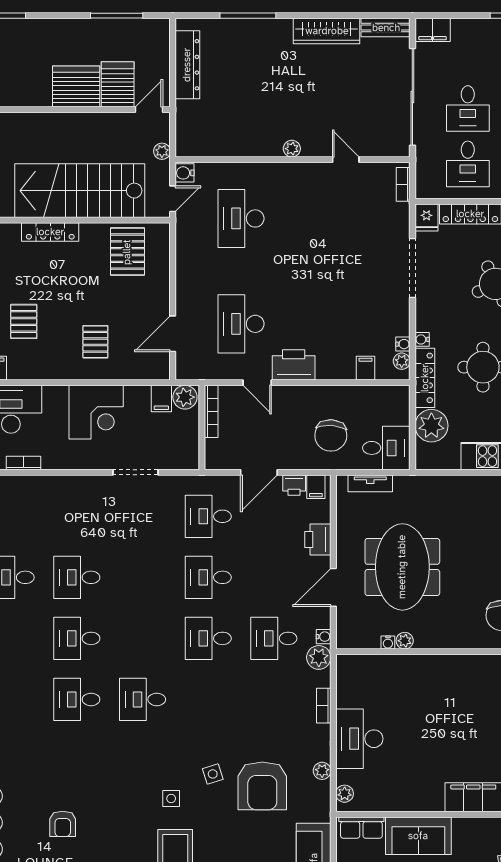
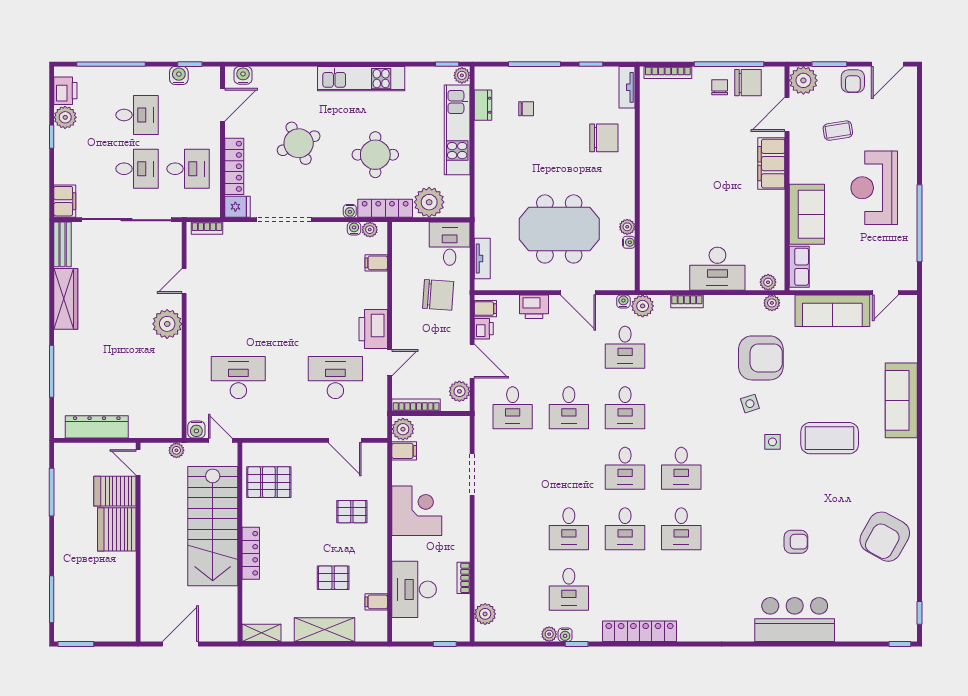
plant: (292, 149) -> (167, 324), width x1.87, depth x1.87
desk: (241, 218) -> (238, 378), turned 180
desk: (241, 324) -> (335, 378), turned 180
plant: (226, 459) -> (459, 391), added
desk: (142, 638) -> (625, 468), added
plant: (322, 771) -> (772, 303), moved

